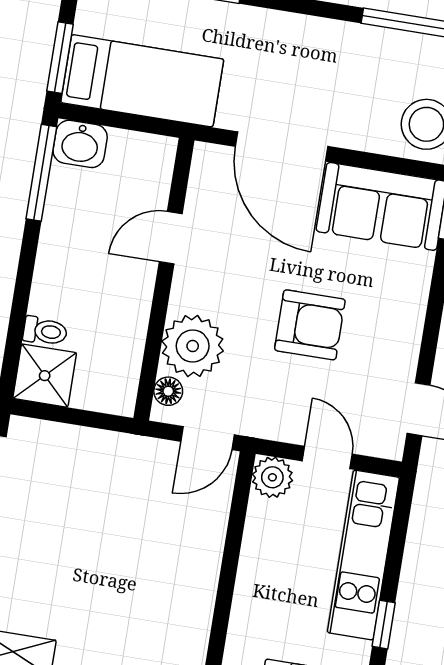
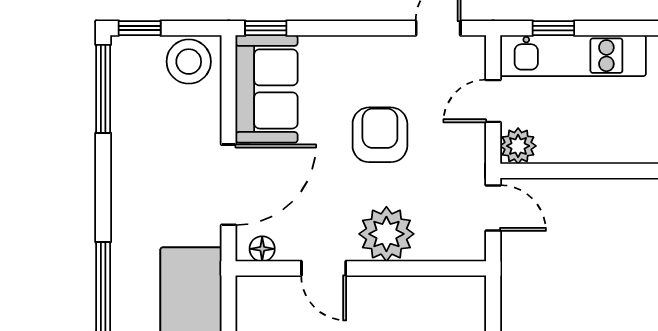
plant: (193, 346) -> (386, 234), moved
floor lamp: (168, 391) -> (262, 249), moved
window: (384, 625) -> (553, 28), moved

